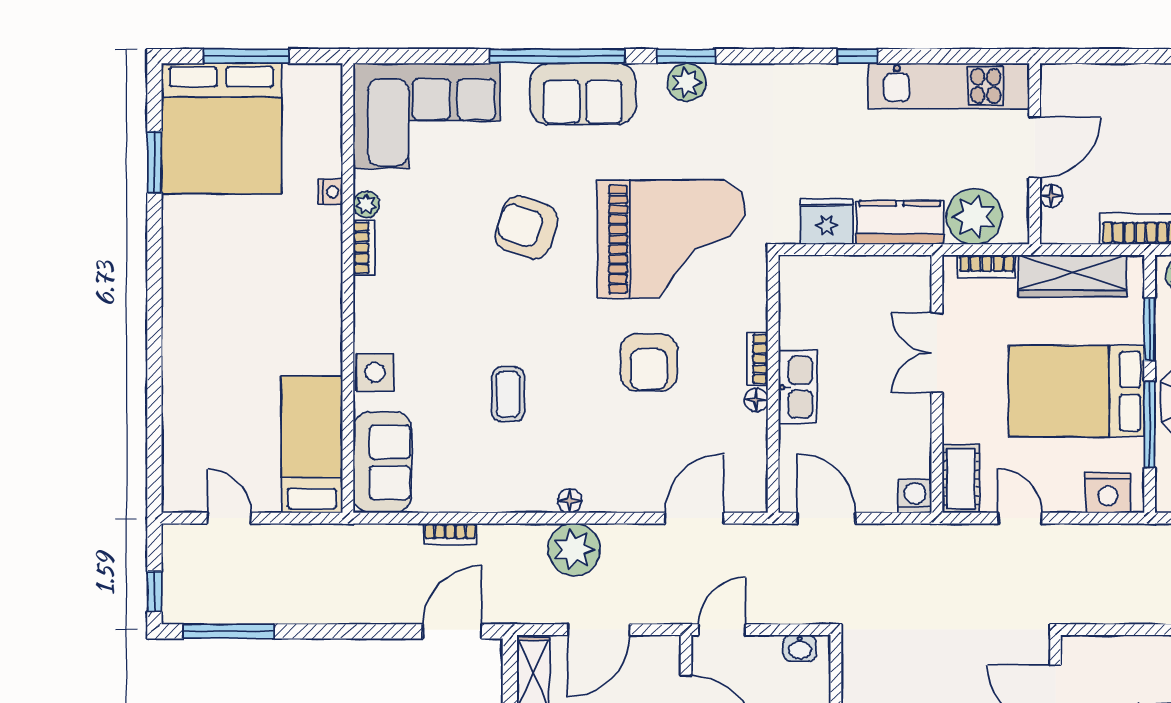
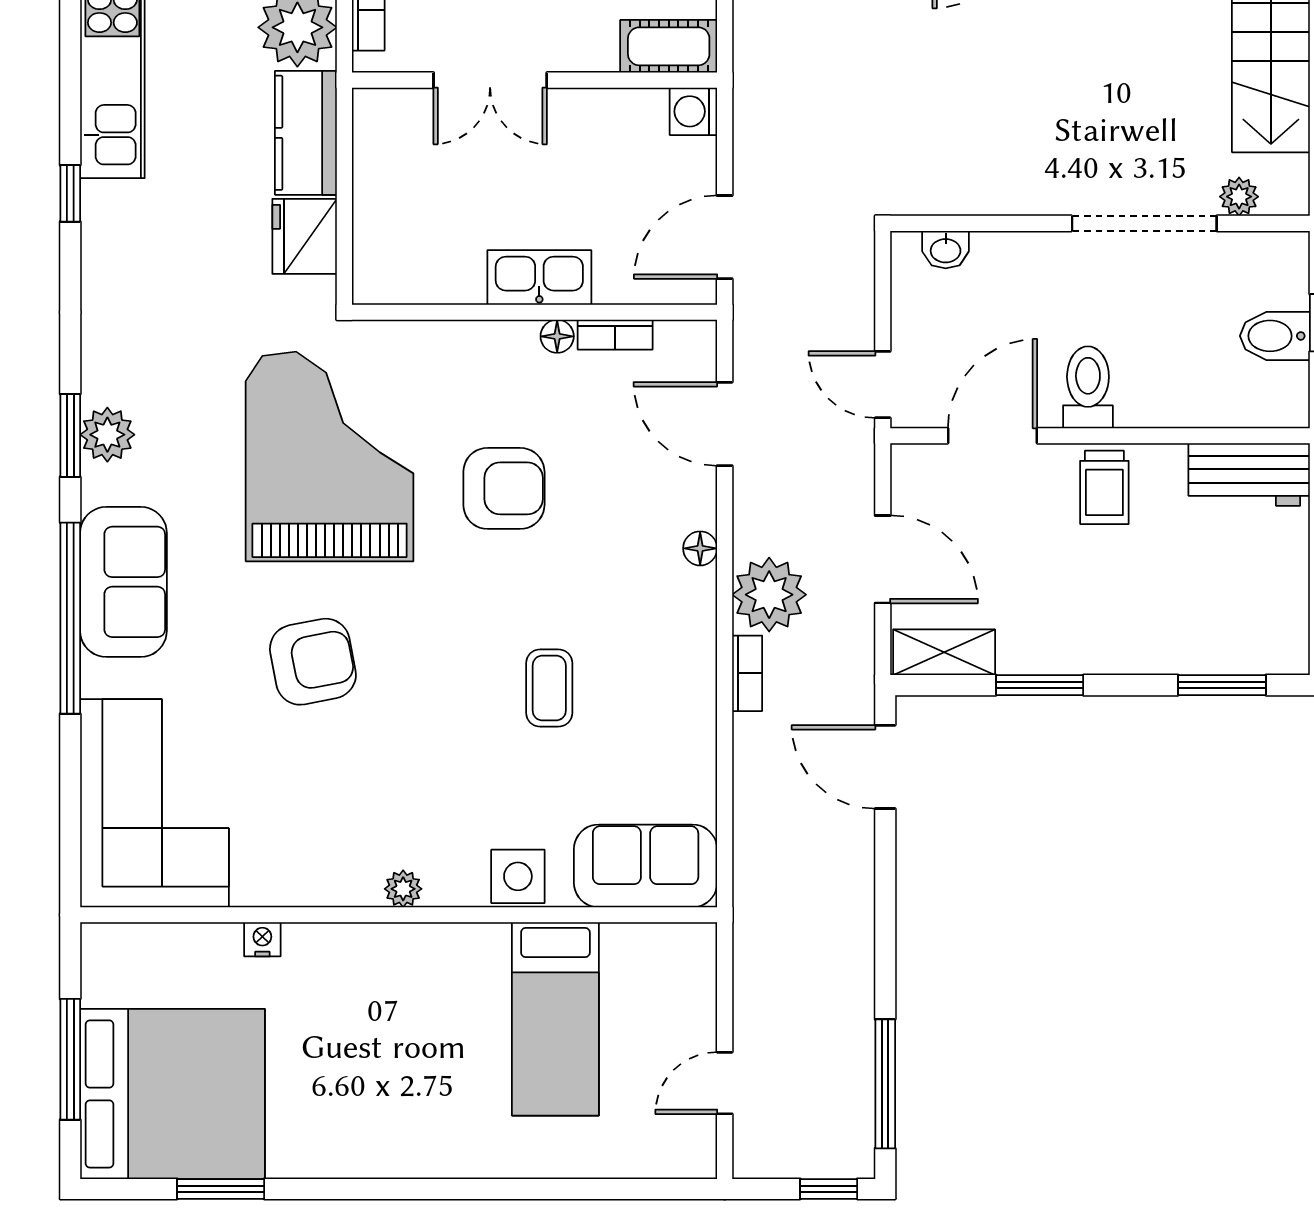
plant: (366, 204) -> (403, 889), moved
armchair: (526, 227) -> (313, 662), turned -120
bookcase: (364, 248) -> (342, 892), removed
bookcase: (757, 359) -> (615, 335), moved
coffee table: (508, 394) -> (549, 688), turned 90
bed: (312, 445) -> (555, 1019), moved, turned -90
floor lamp: (570, 501) -> (700, 548), moved
bookcase: (450, 534) -> (747, 673), moved
washbasin: (800, 648) -> (946, 250), moved, turned 90

